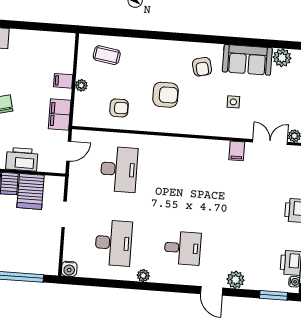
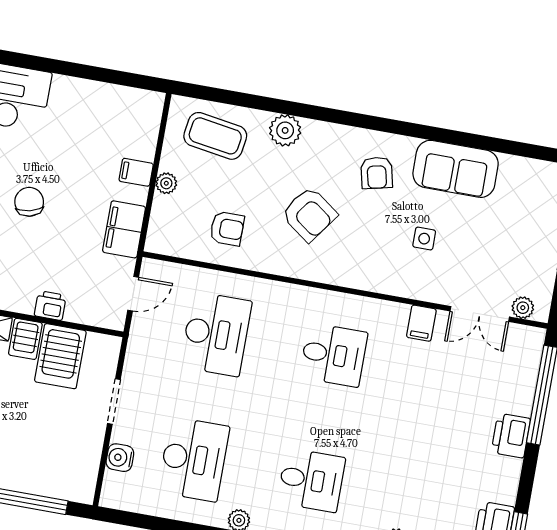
coffee table: (107, 55) -> (215, 136), width x1.36, depth x1.30
plant: (282, 58) -> (285, 130), moved
armchair: (166, 95) -> (309, 214), turned 36
double door: (270, 142) -> (480, 314), swing flipped
printer: (22, 159) -> (50, 306), width x0.53, depth x0.68
desk: (188, 174) -> (334, 355), added
water cooler: (69, 269) -> (120, 458), moved, turned 90

